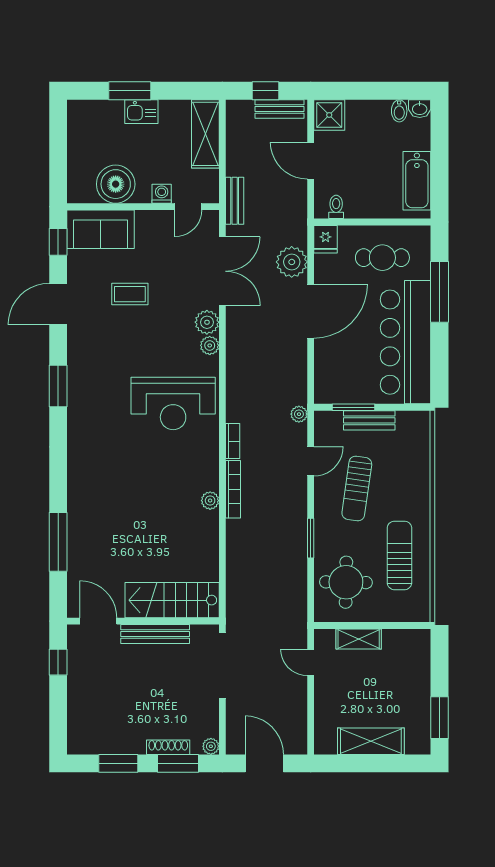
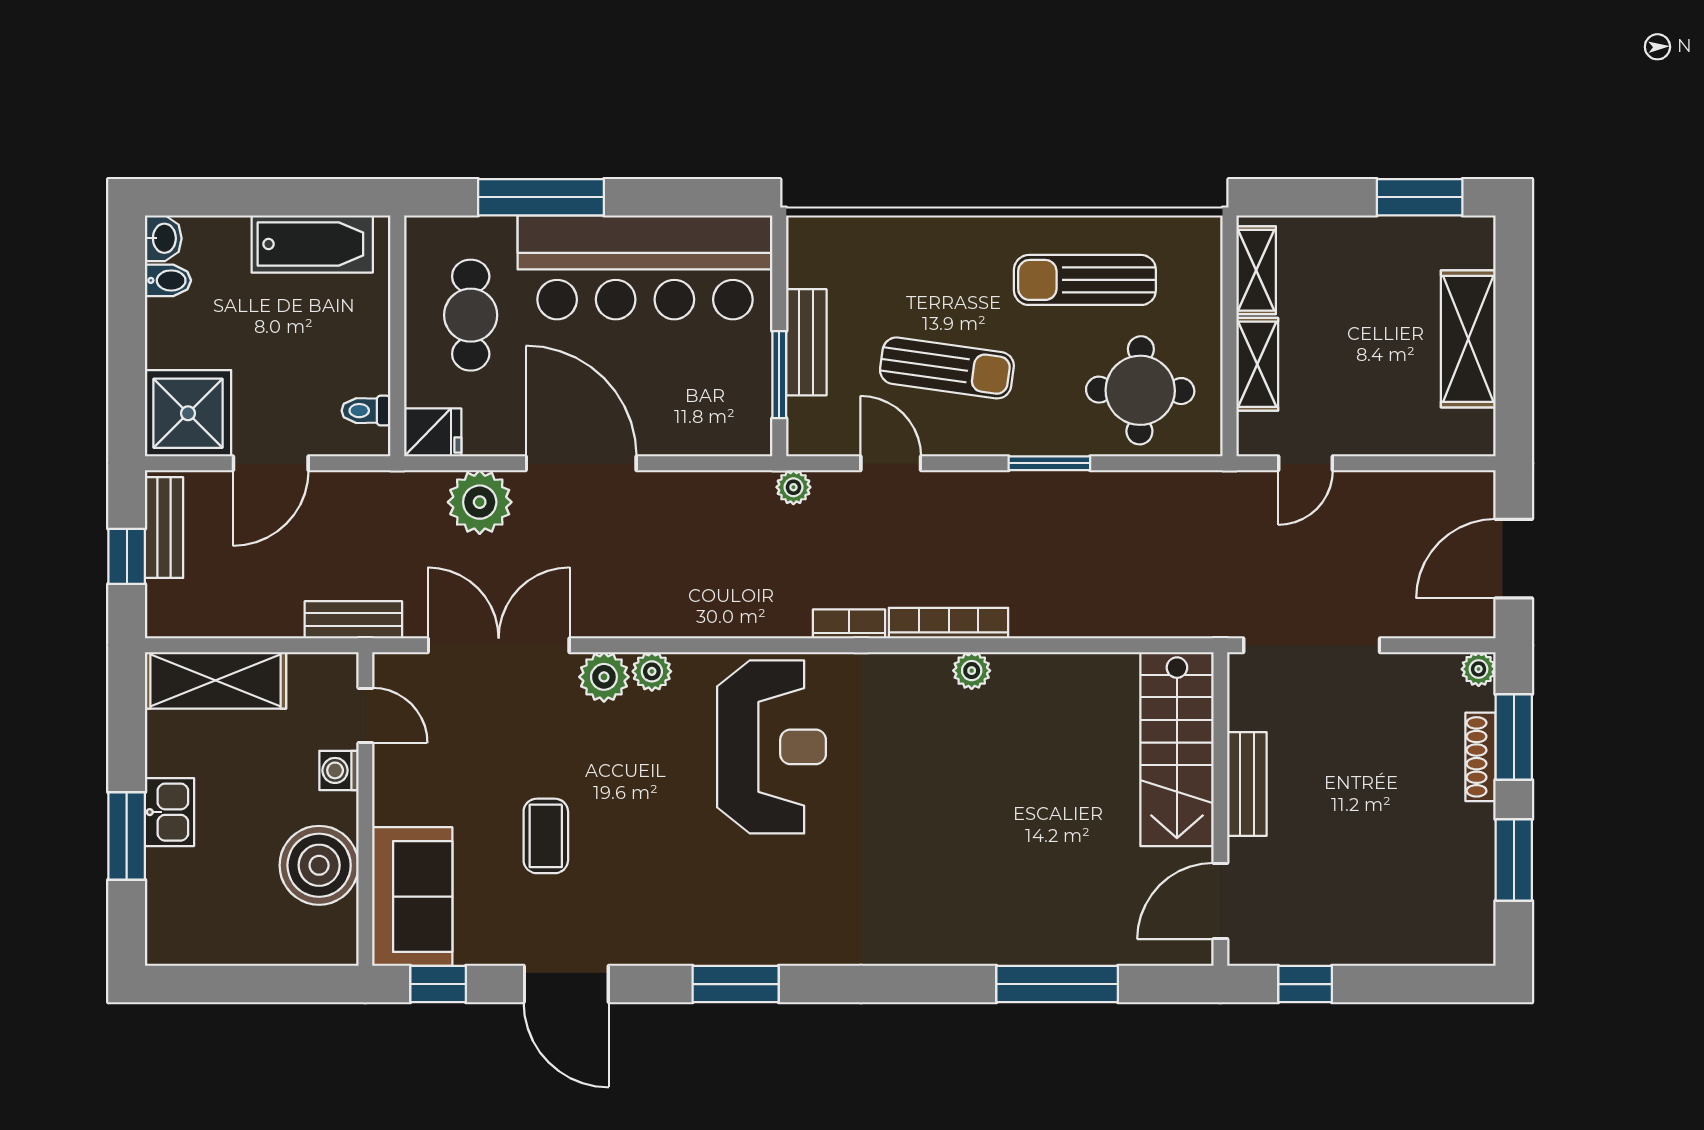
shower: (329, 115) -> (188, 413), width x1.36, depth x1.36
bench: (155, 634) -> (1247, 784), width x0.73
shelving: (404, 638) -> (1256, 270), added

